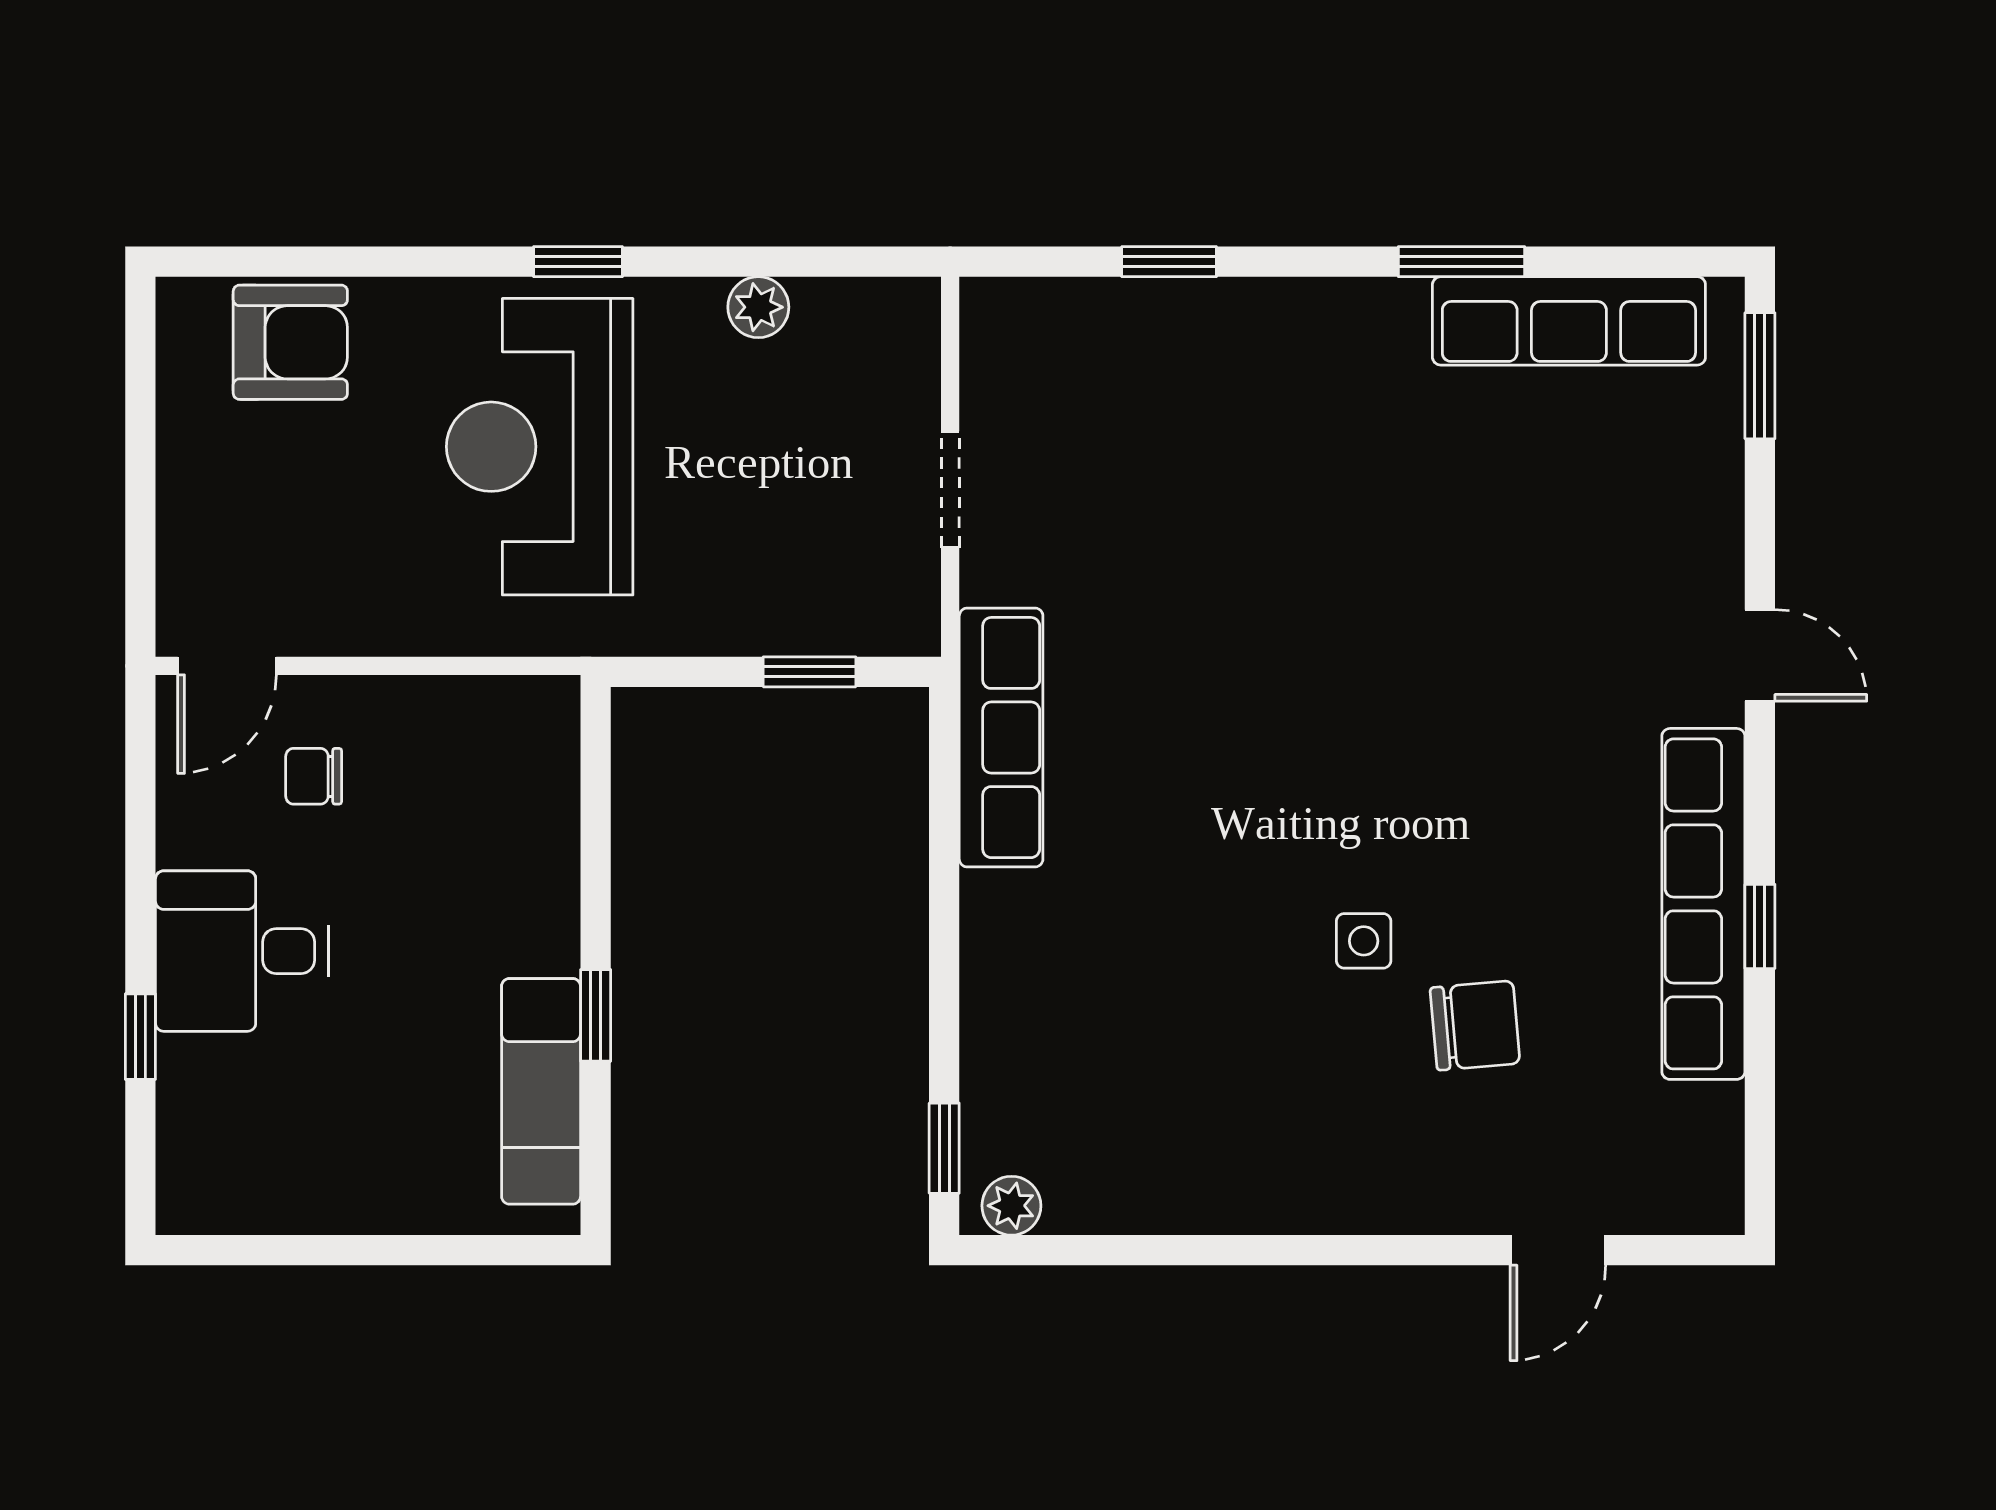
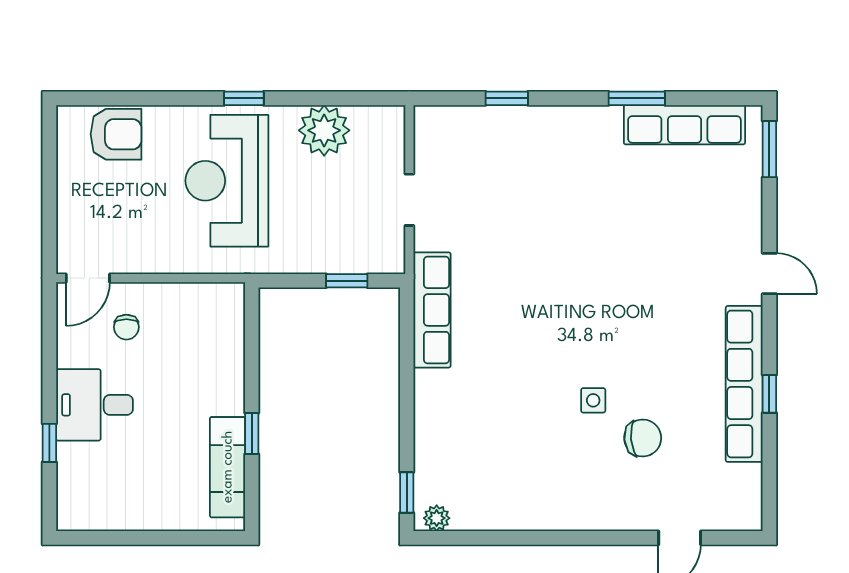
plant: (758, 307) -> (324, 130), width x1.88, depth x1.88
chair: (314, 776) -> (126, 327), turned -90

